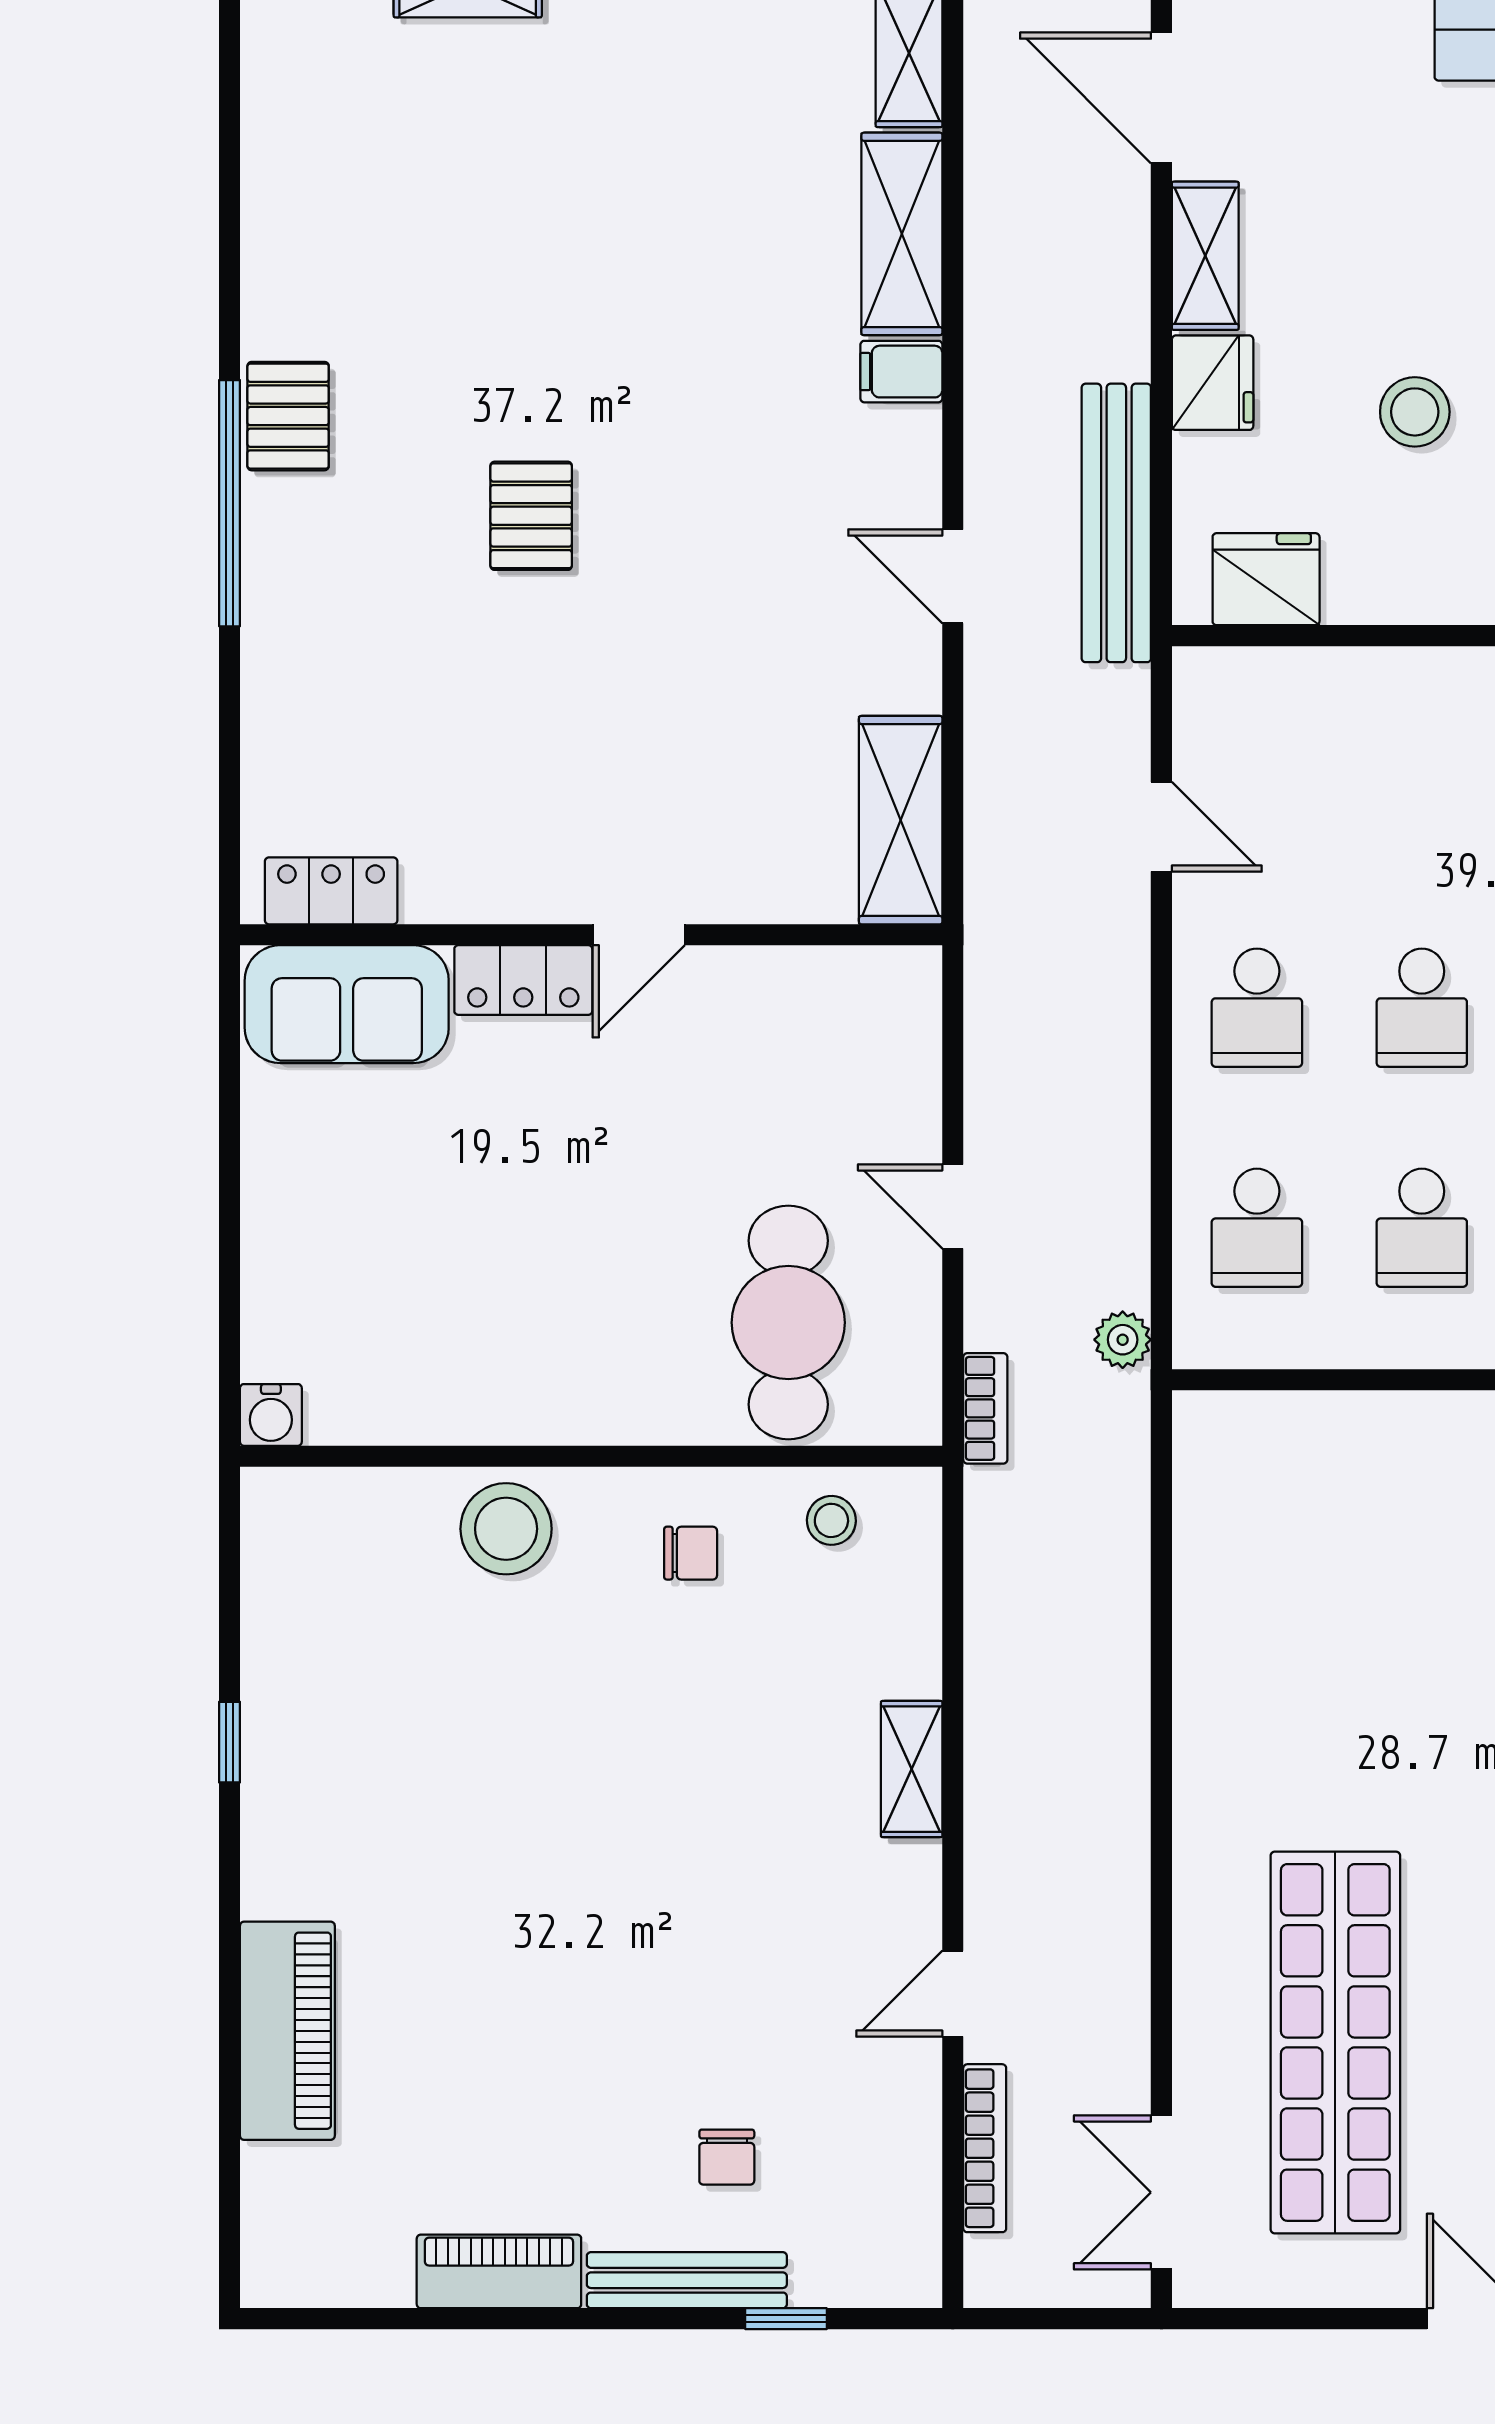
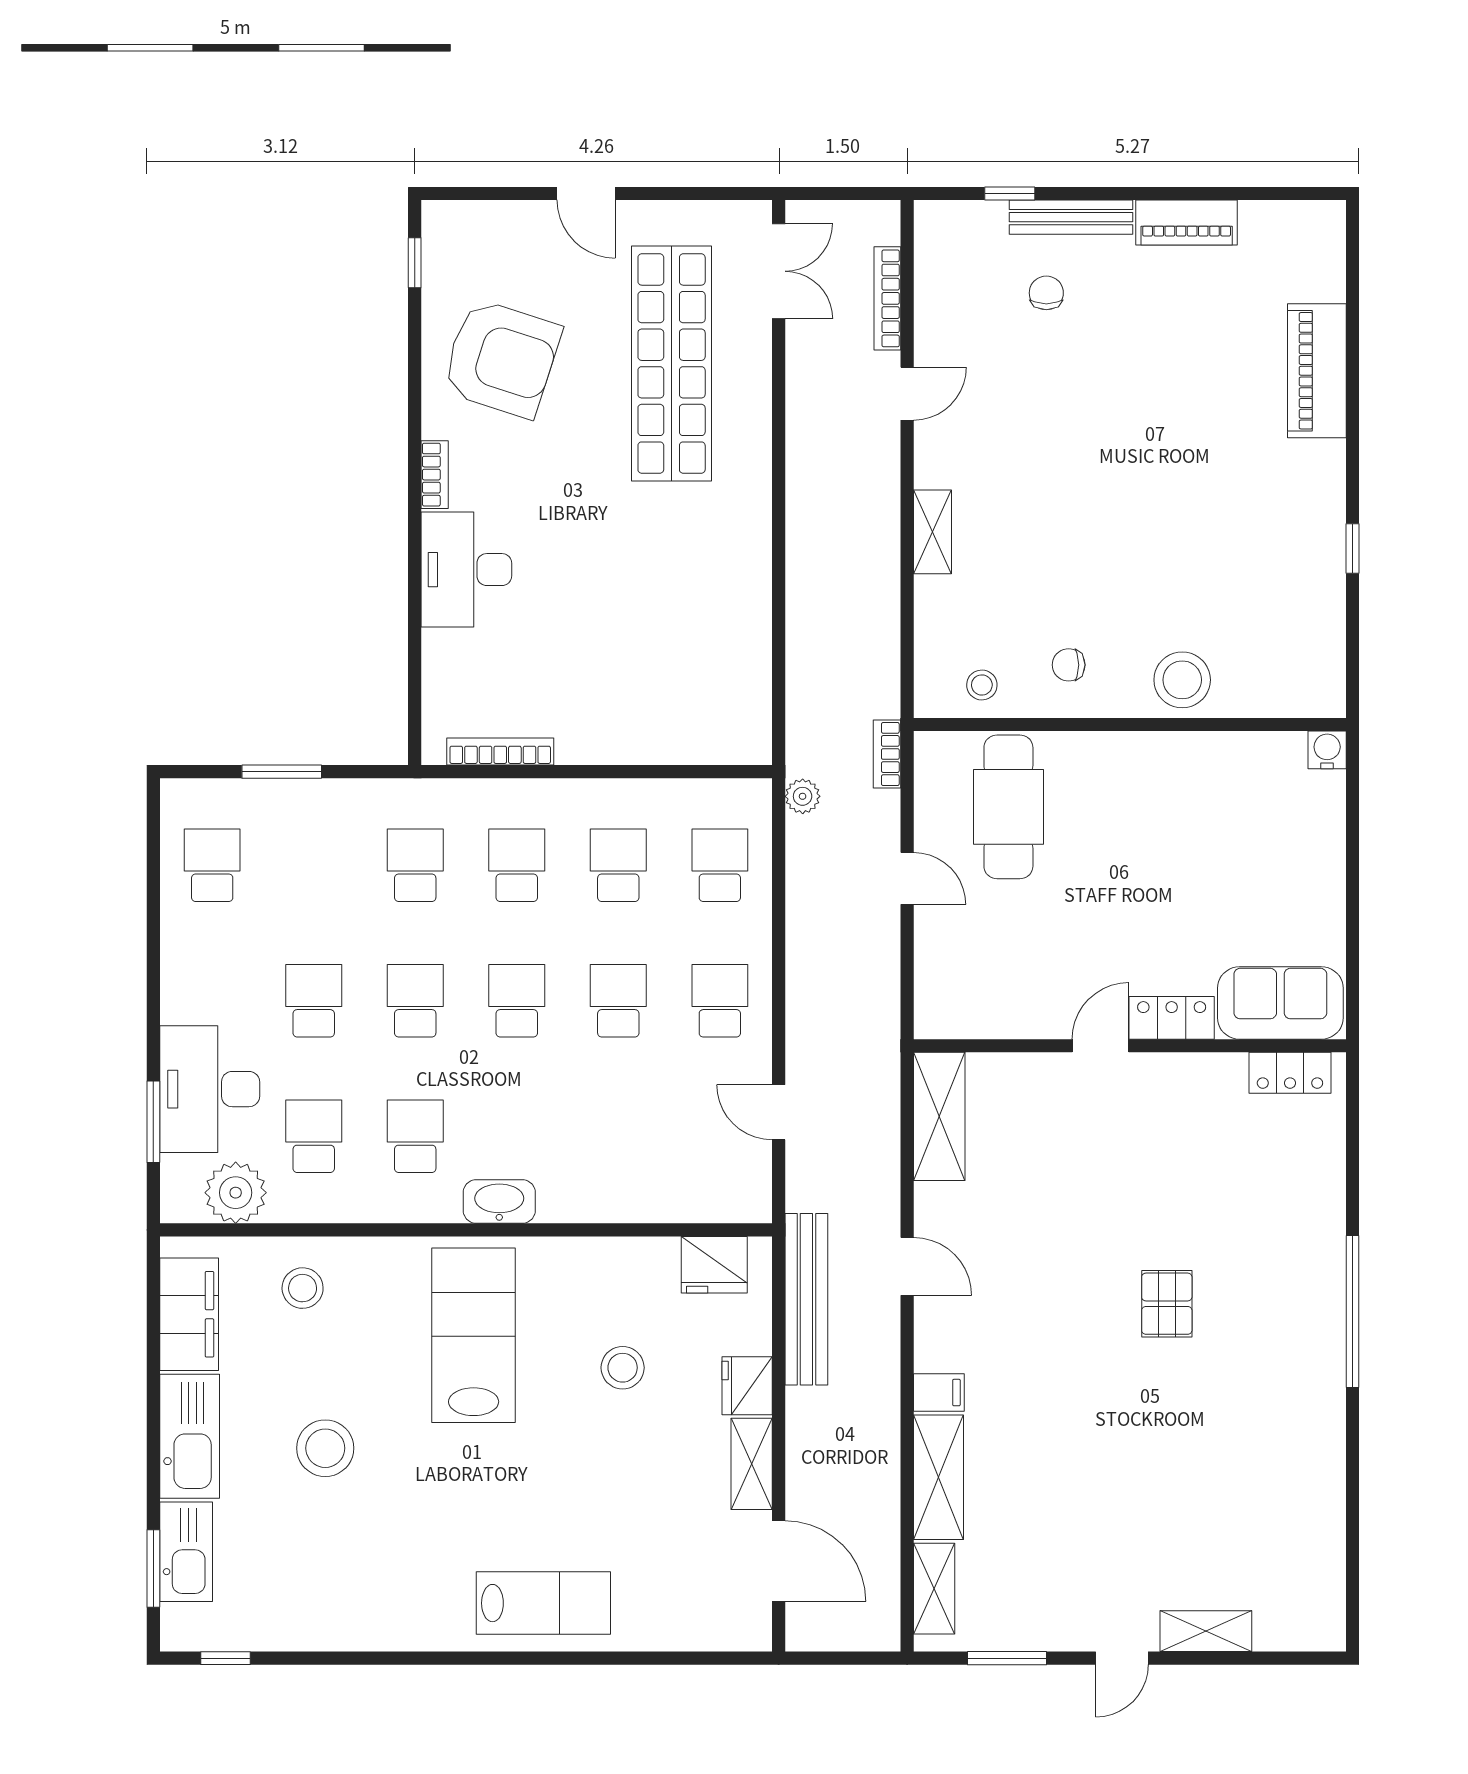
pallet: (288, 416) -> (1316, 1365), removed

